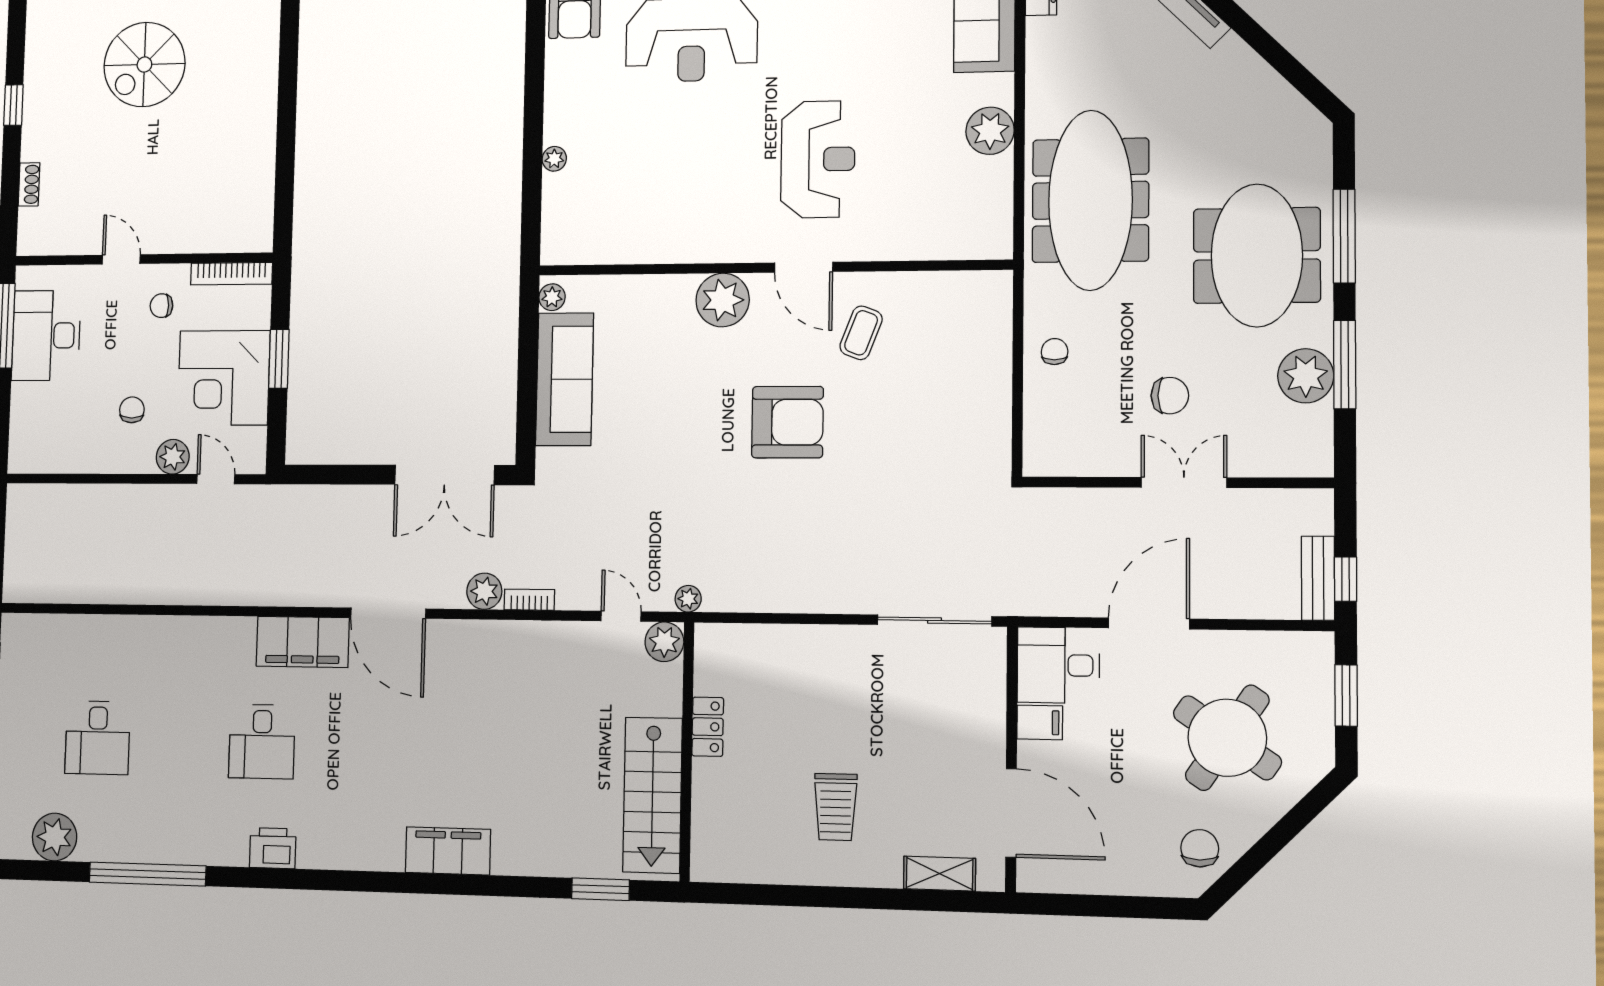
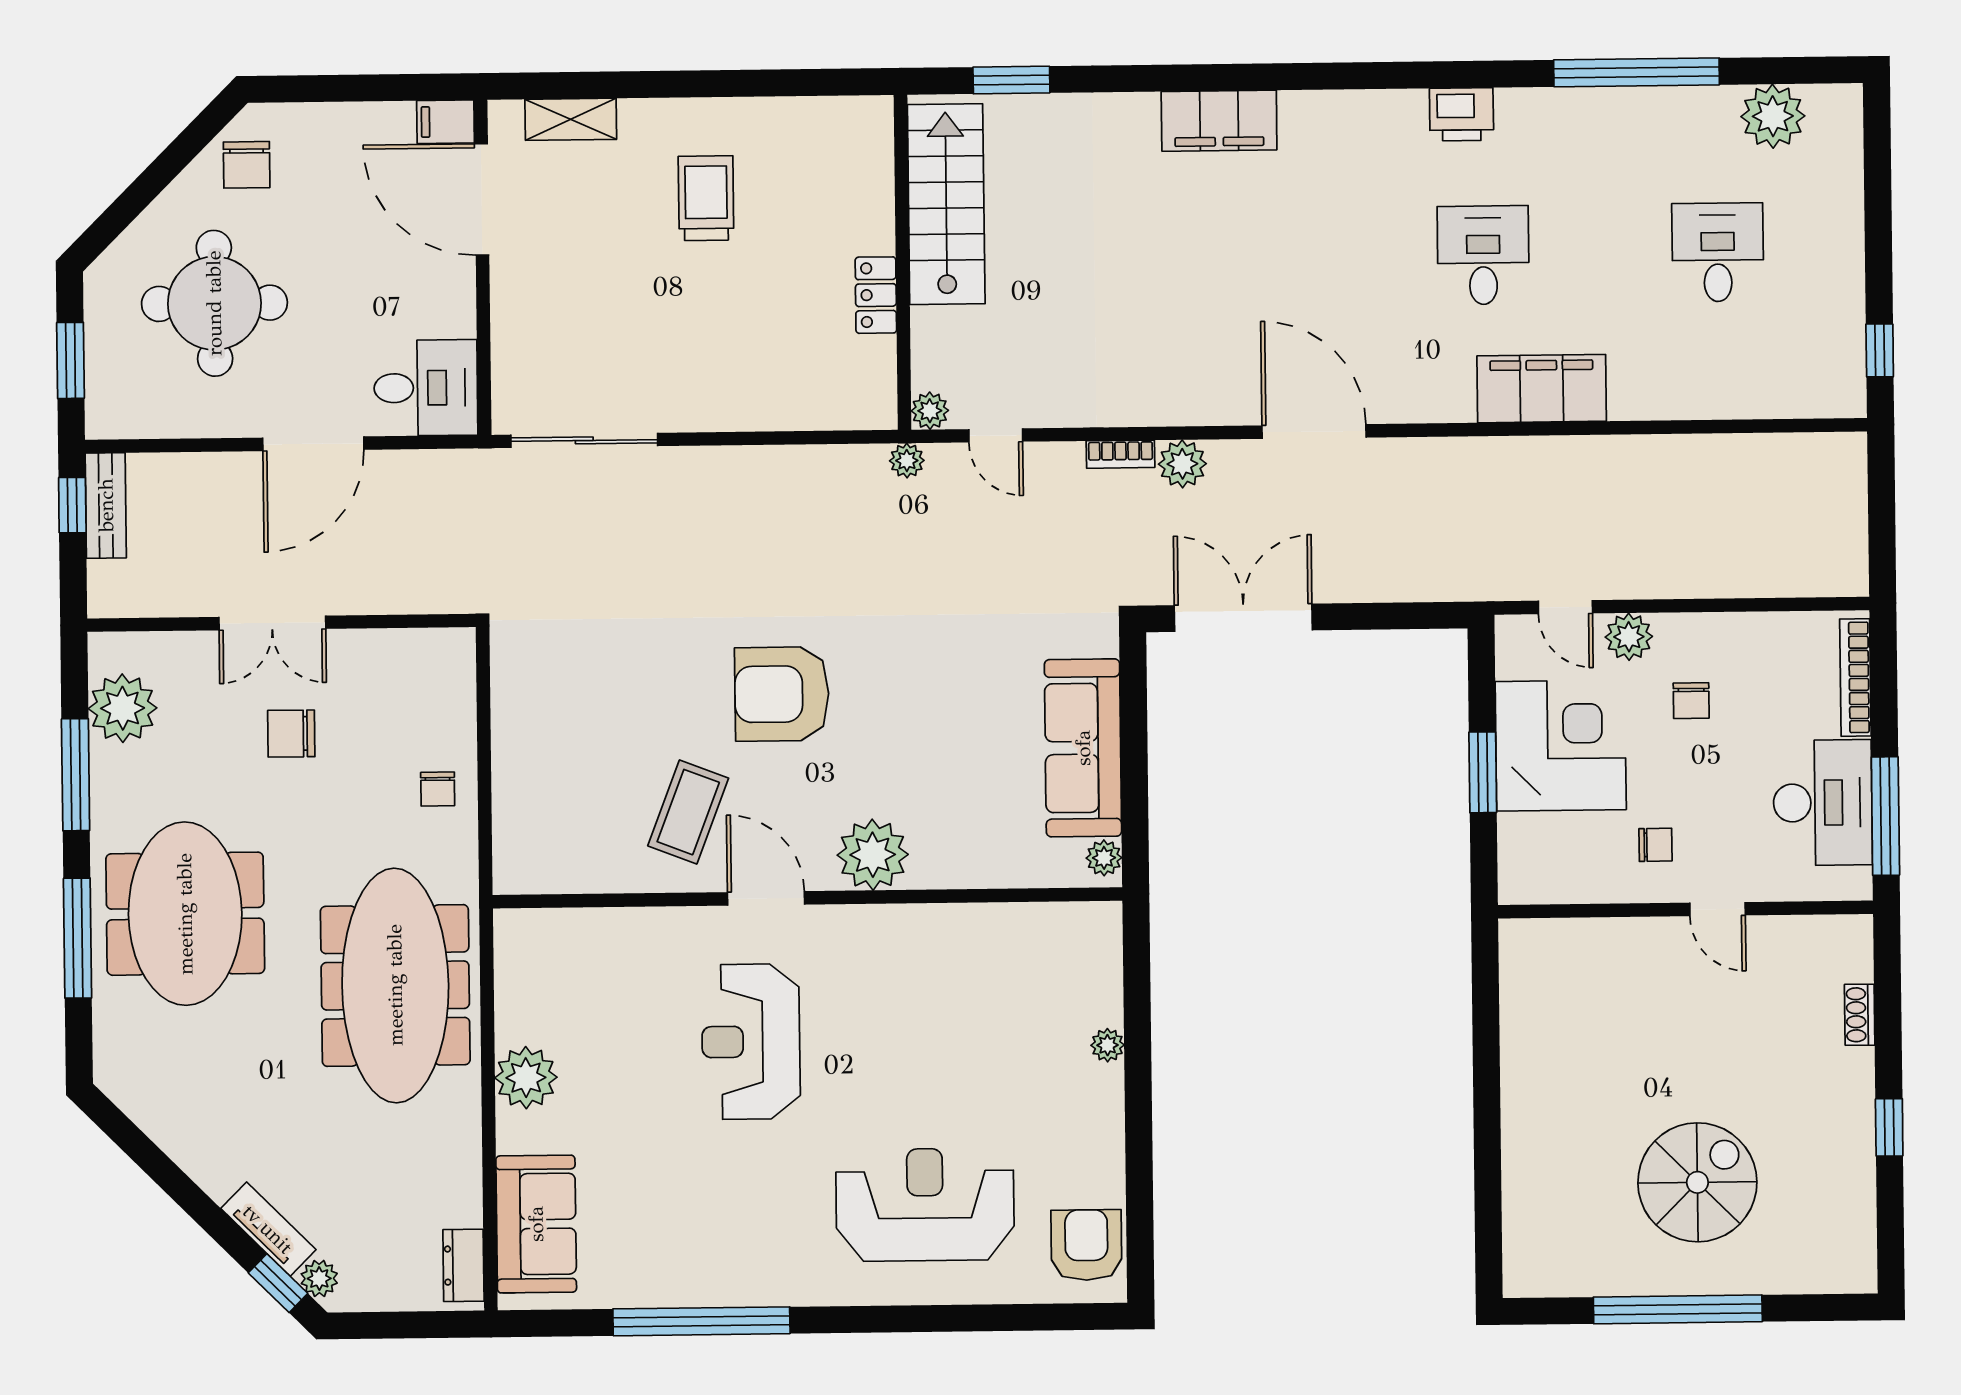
bookcase: (231, 274) -> (1855, 677), moved, turned -90
coffee table: (861, 333) -> (688, 812), width x1.36, depth x1.30
plant: (1306, 376) -> (123, 708), moved
filing cabinet: (303, 642) -> (1542, 389), moved
plant: (664, 642) -> (930, 411), width x0.73, depth x0.73
filing cabinet: (1040, 722) -> (446, 122), moved
round table: (1227, 738) -> (214, 303), turned -34

